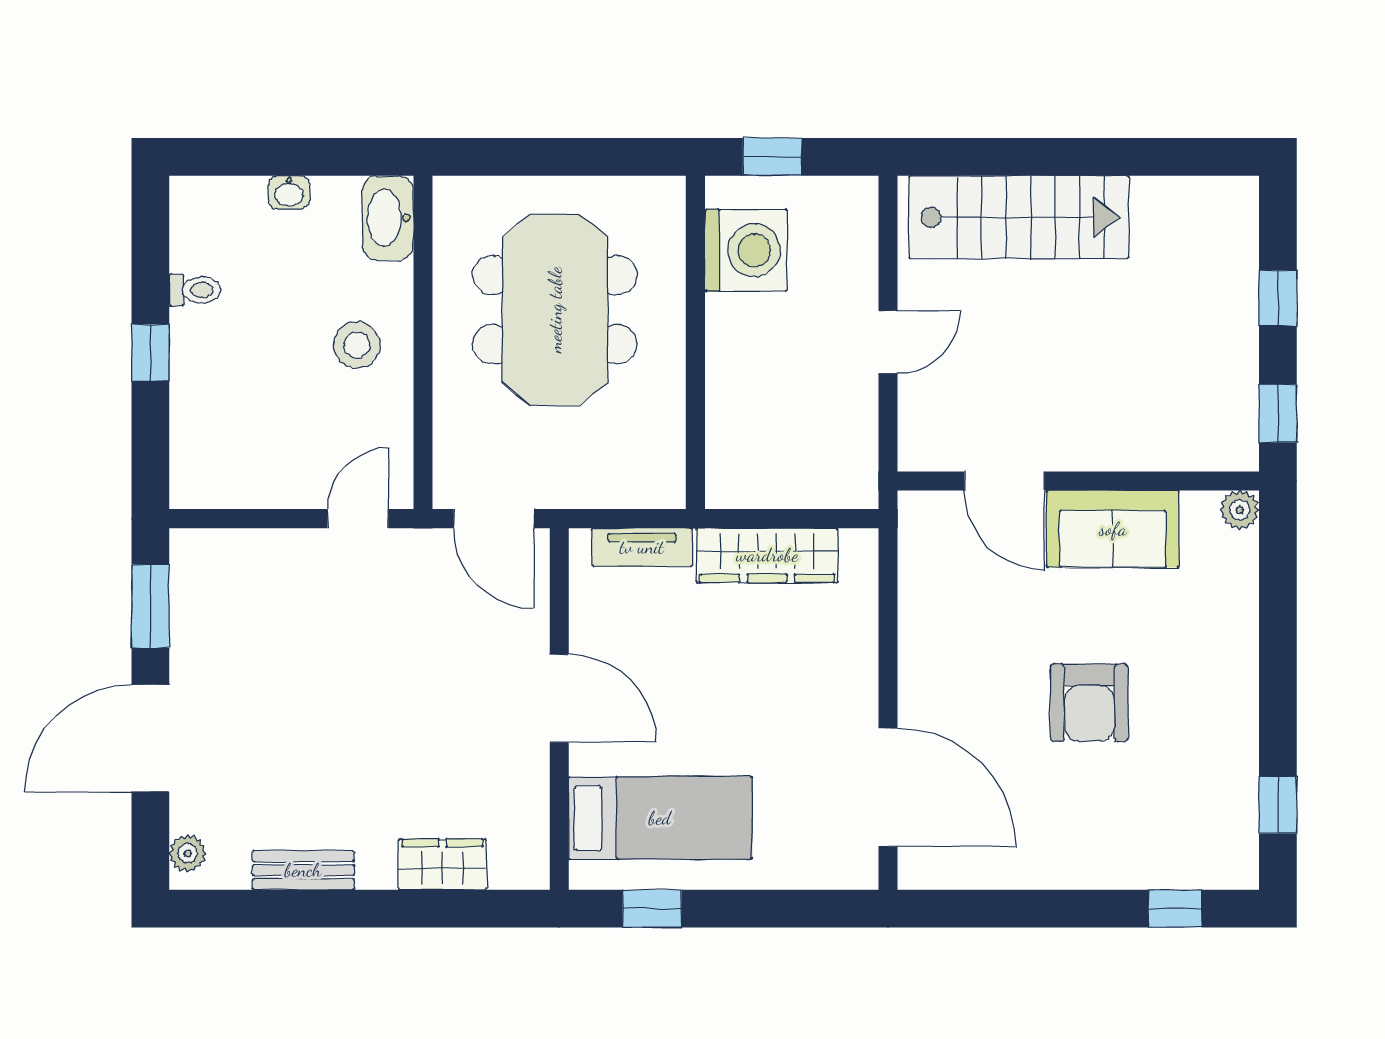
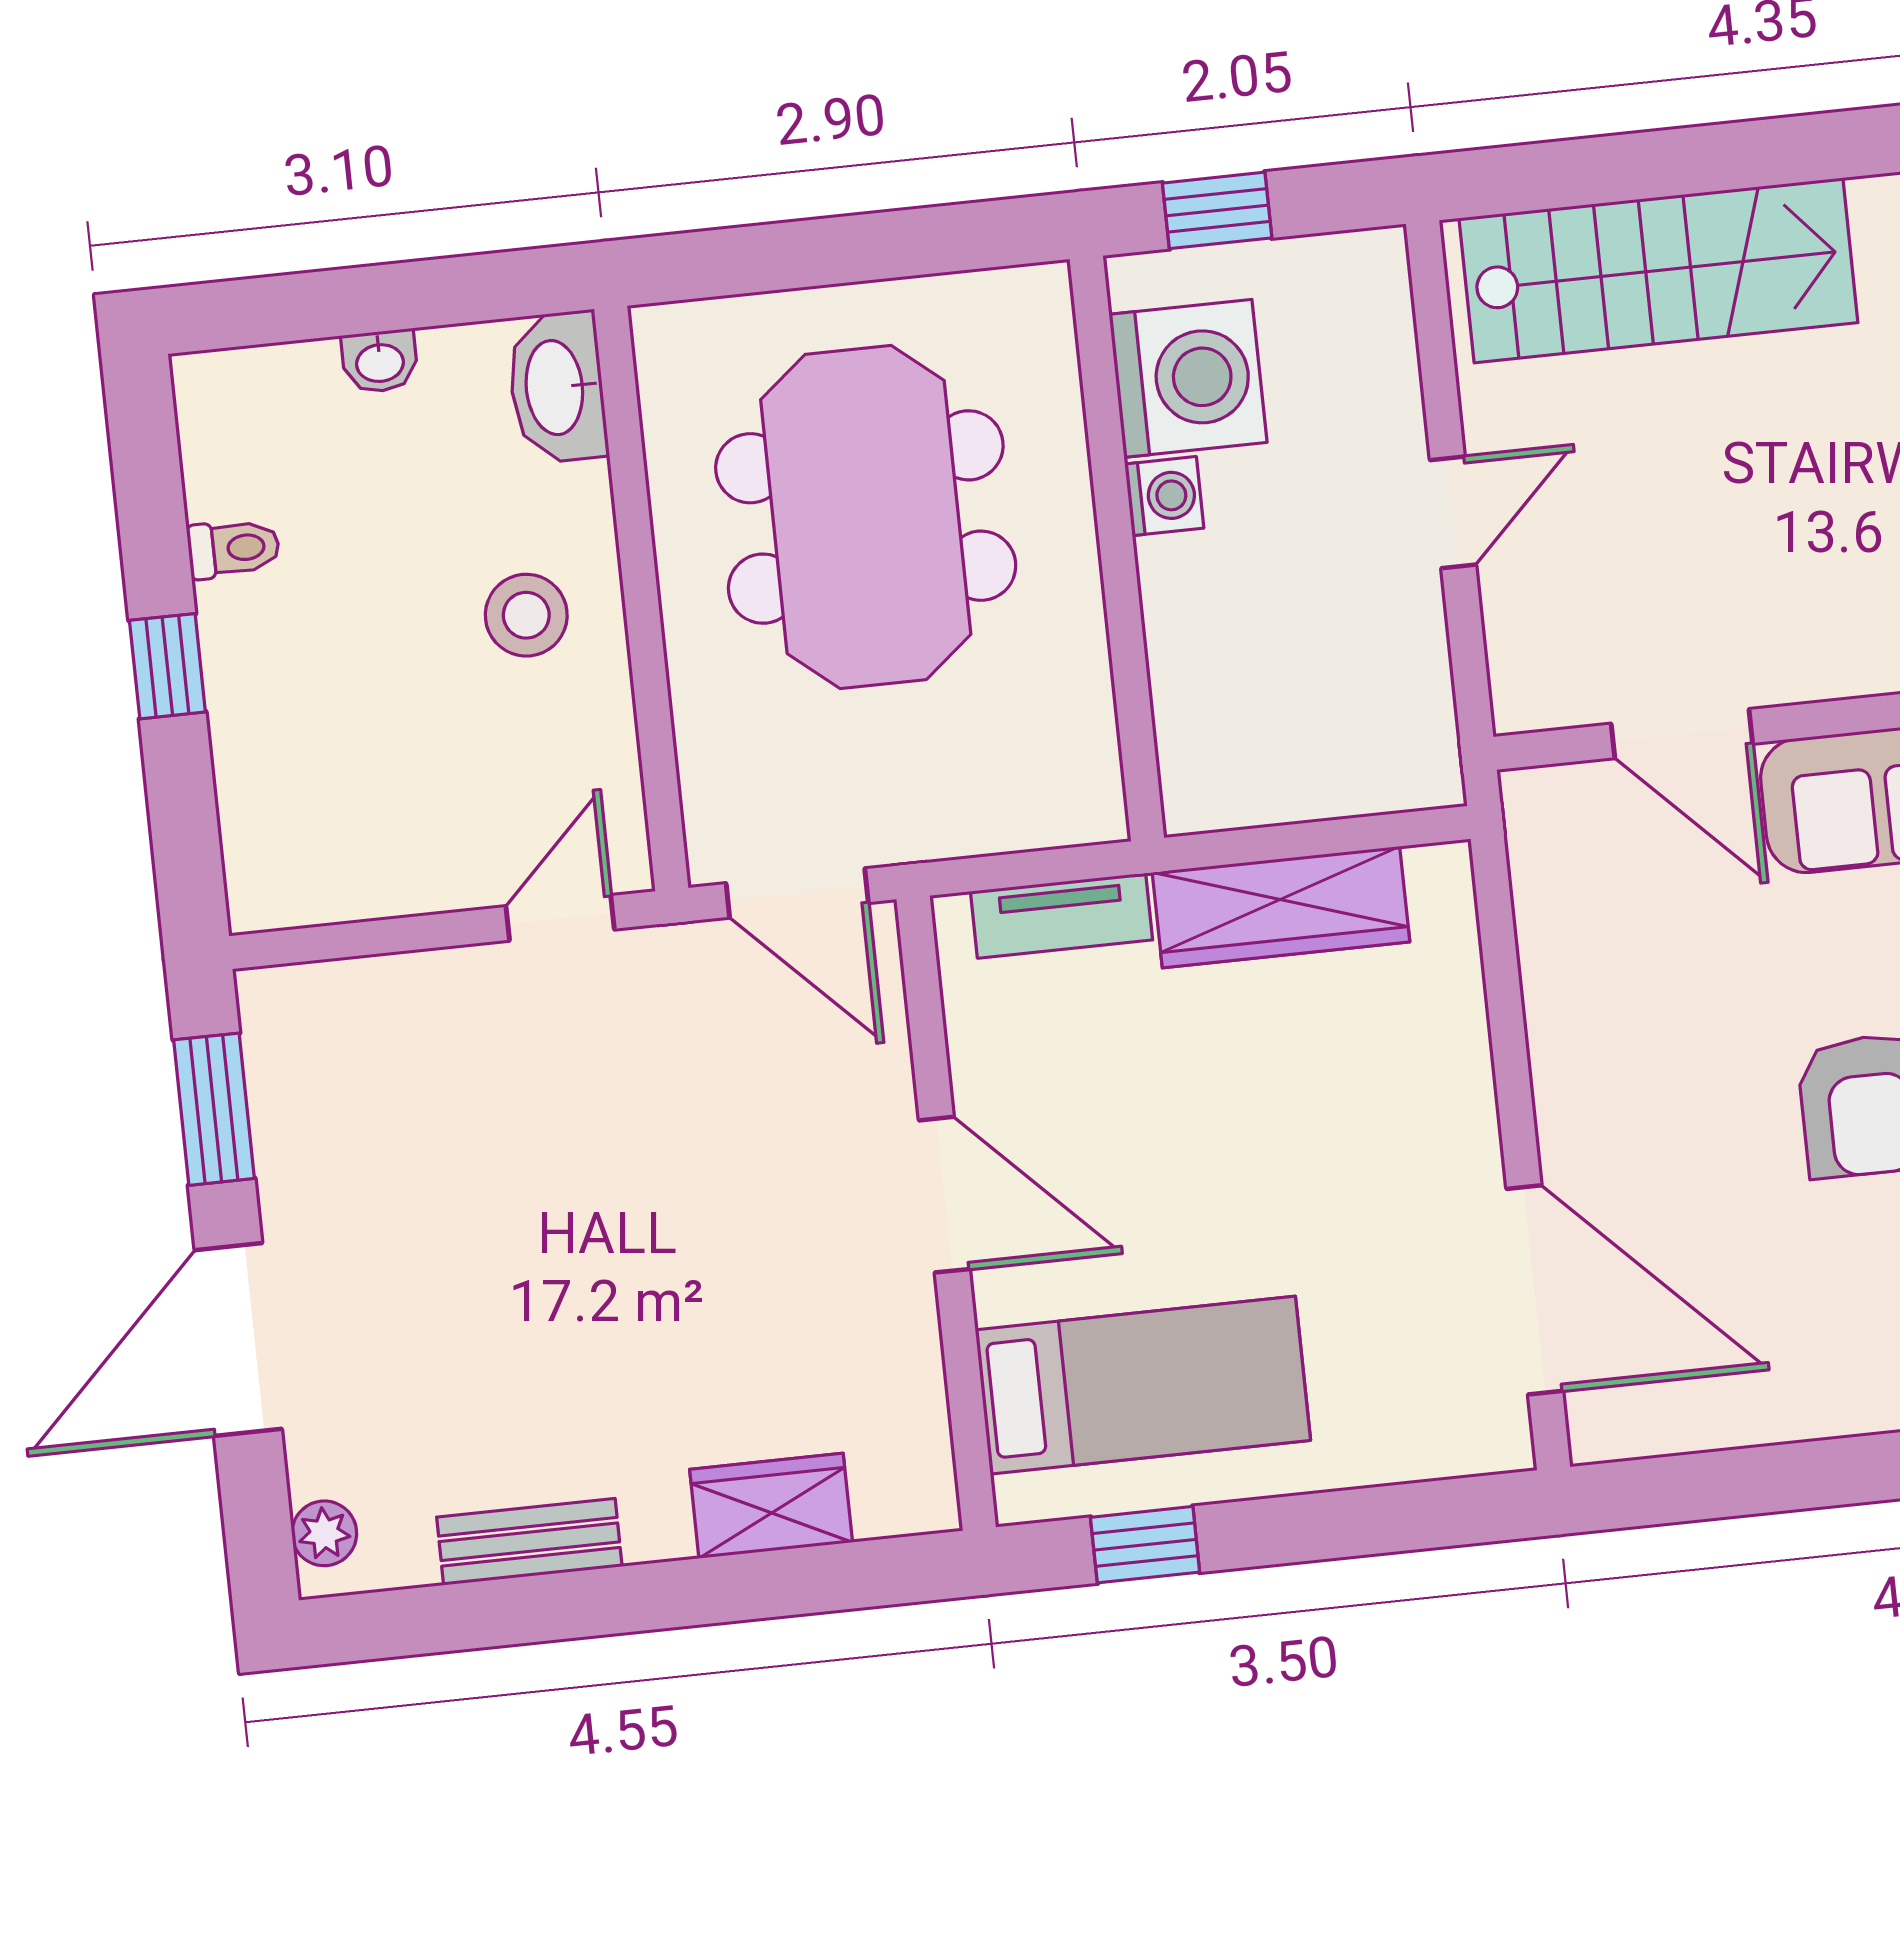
washing machine: (725, 316) -> (1164, 496), added

